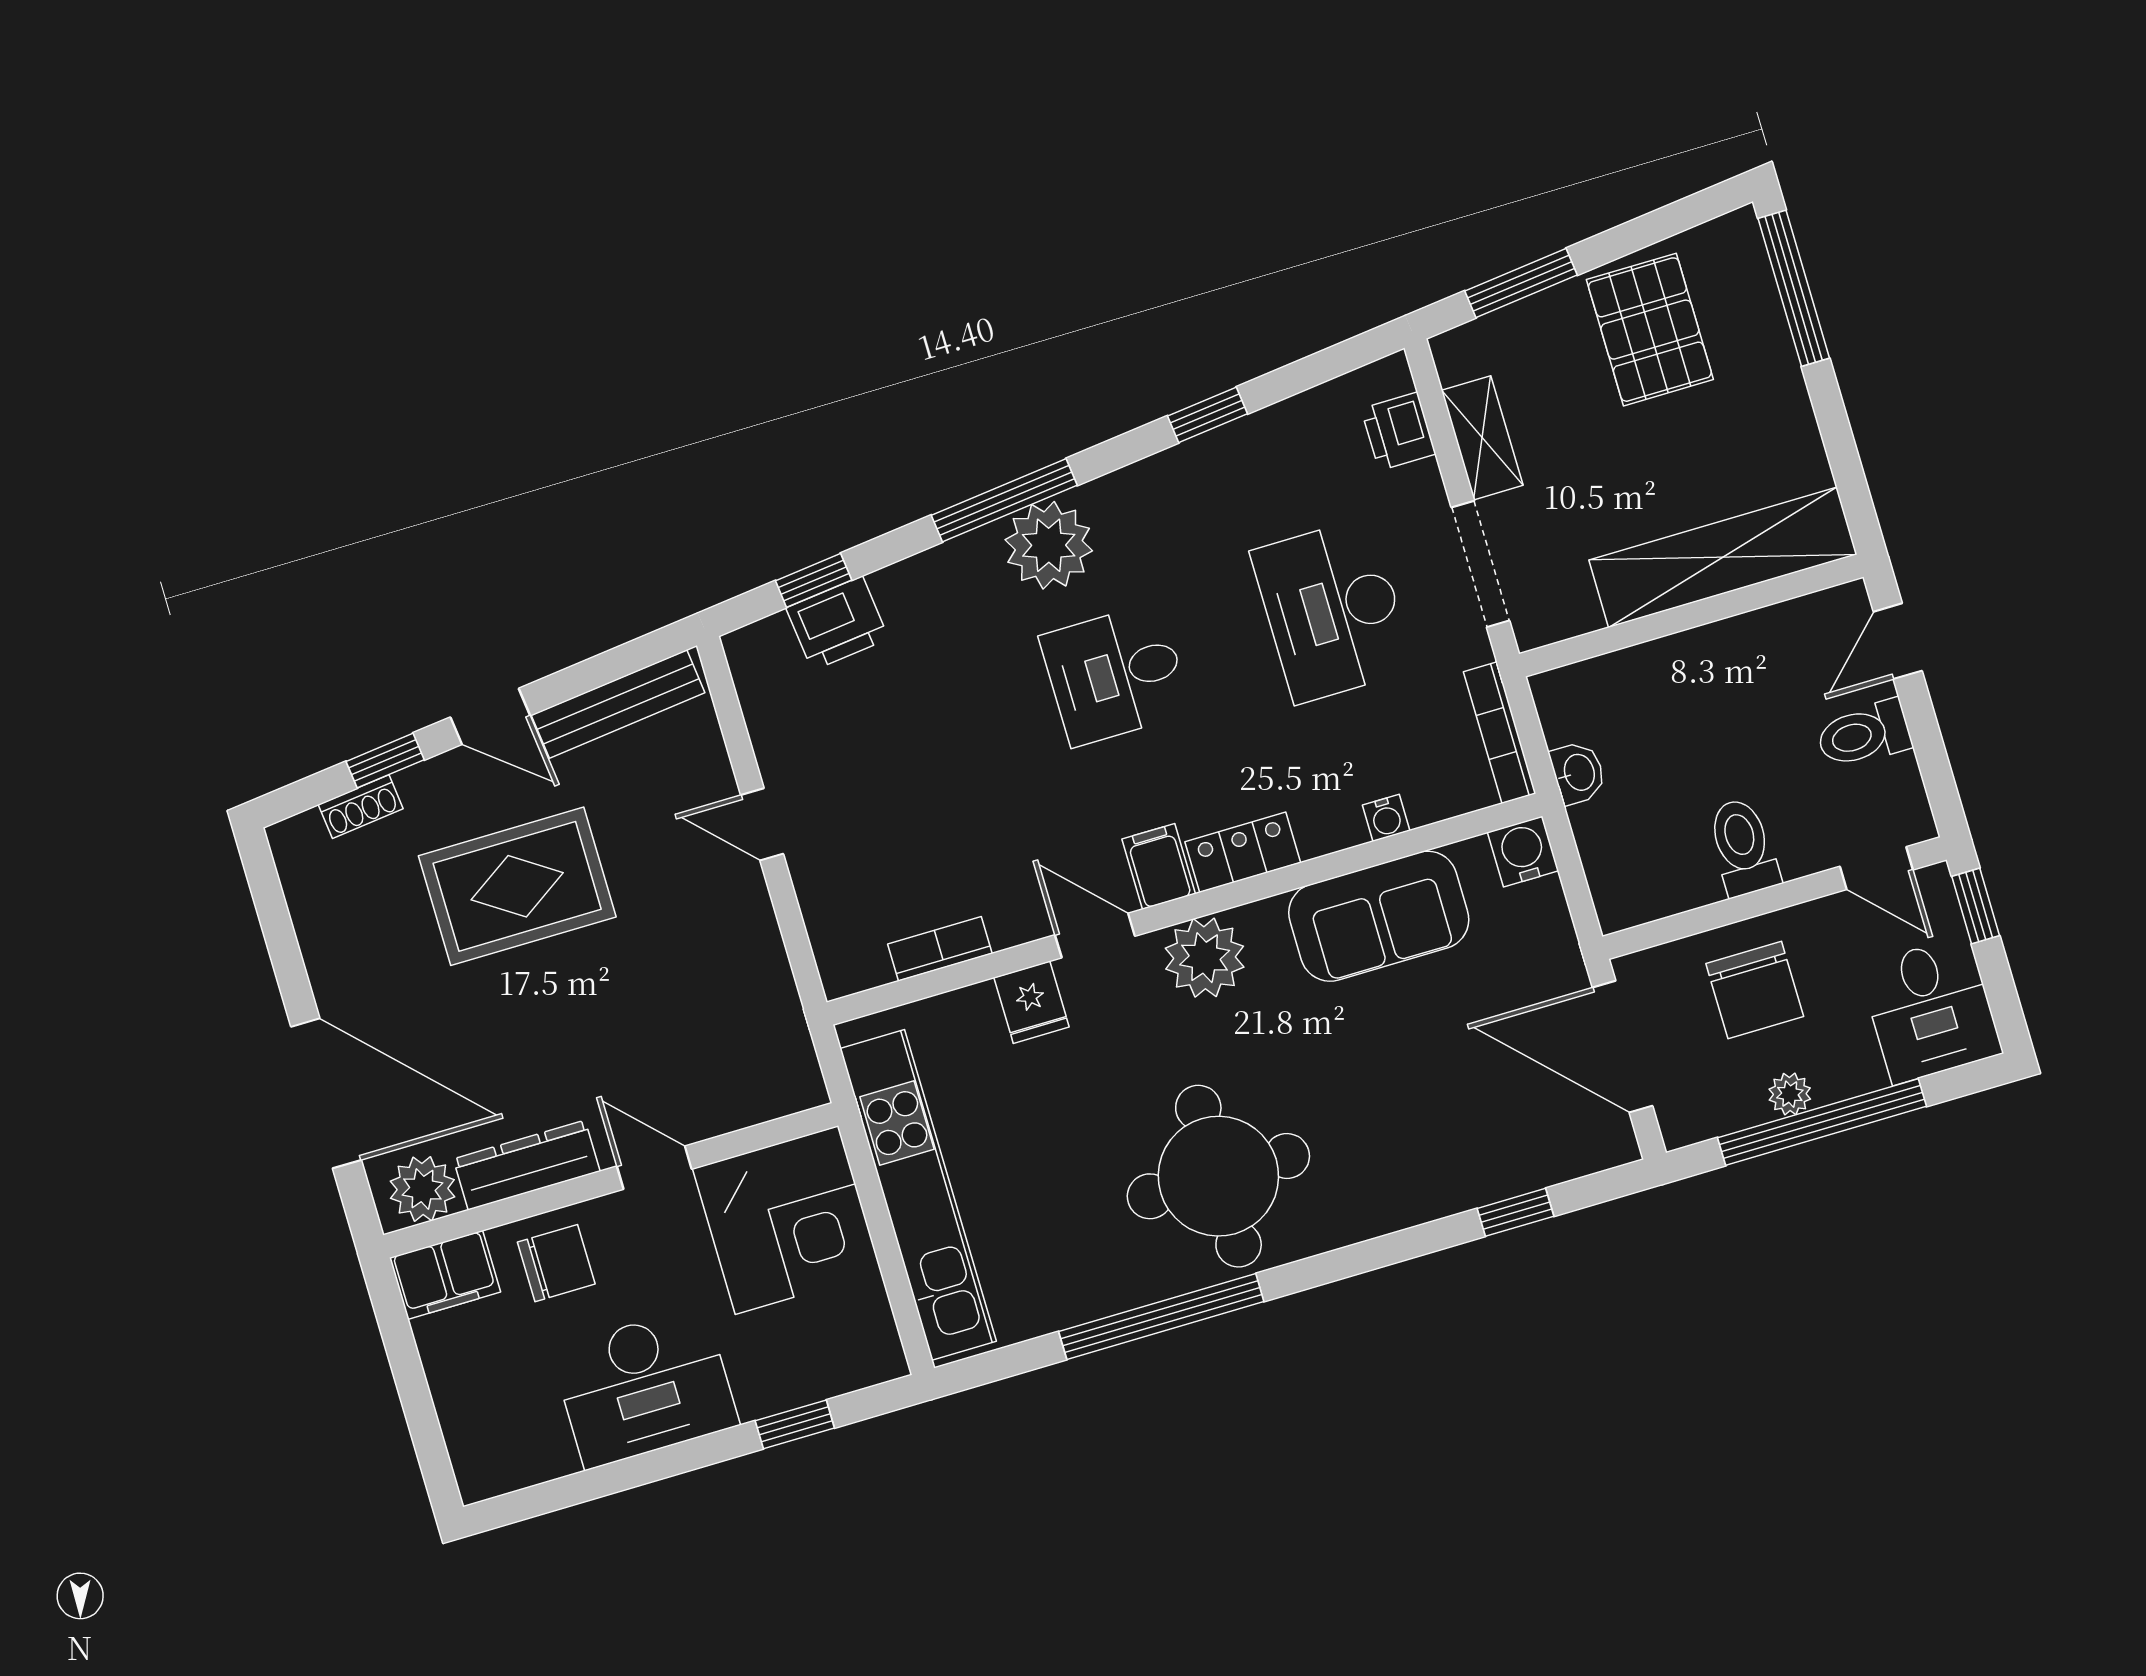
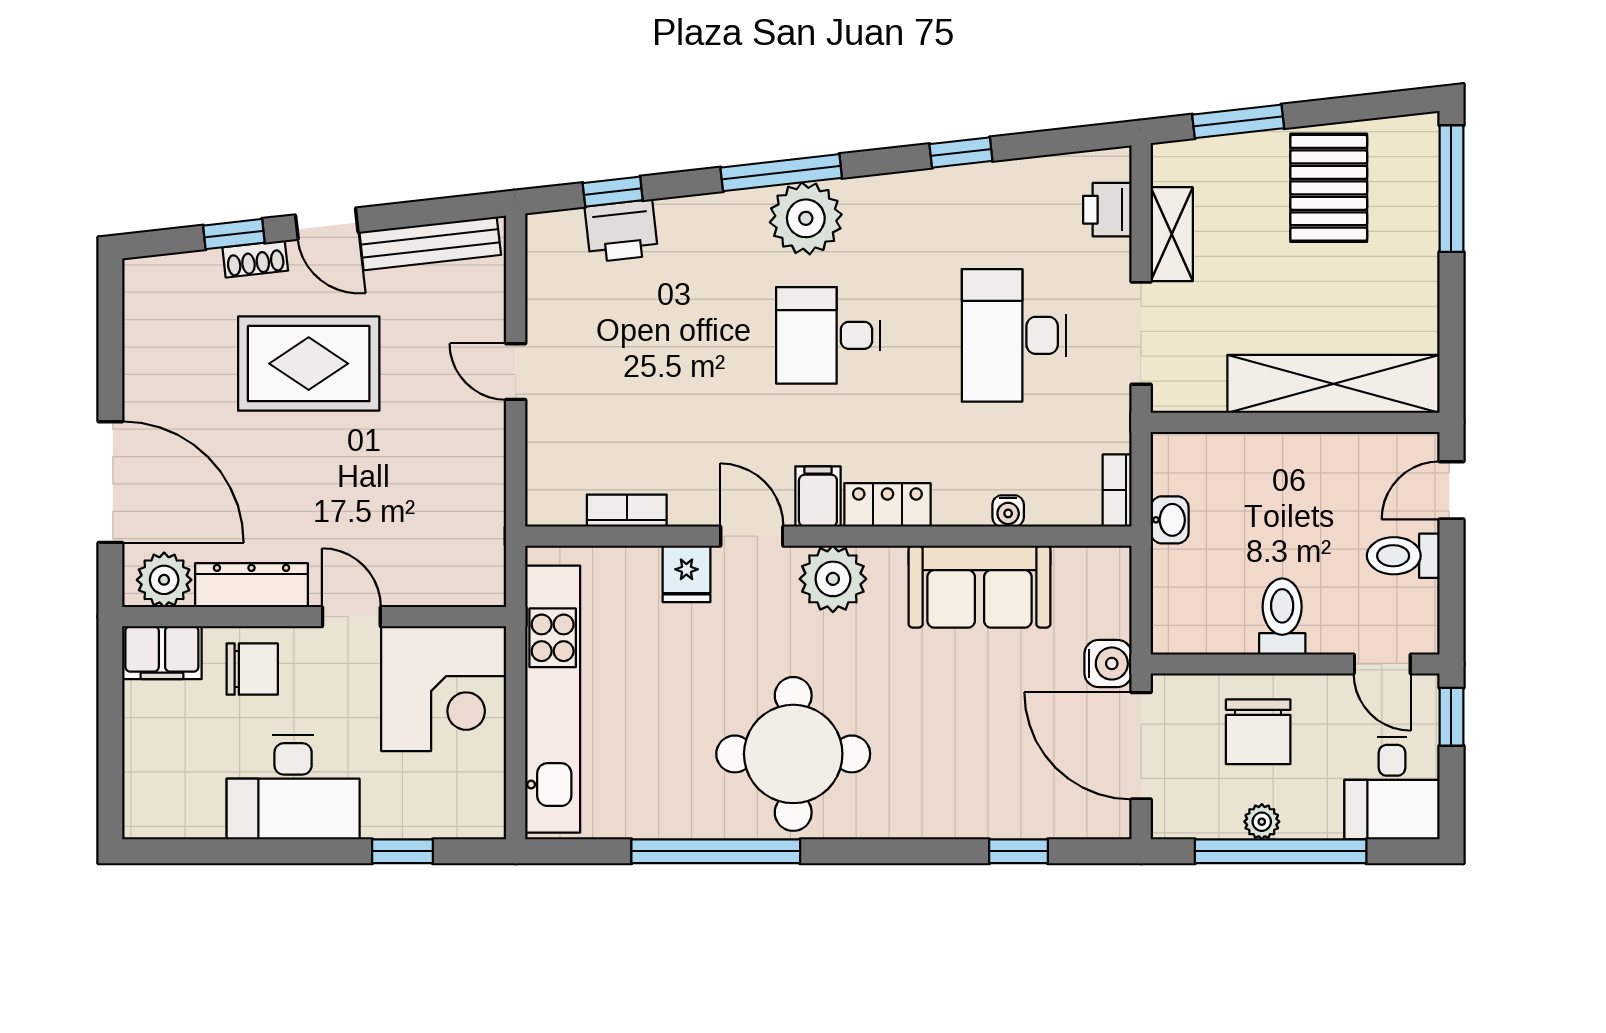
bookcase: (1500, 733) -> (1117, 490), width x0.64
shoe rack: (361, 807) -> (255, 259), moved
water cooler: (1523, 852) -> (1108, 664), moved, turned 90

